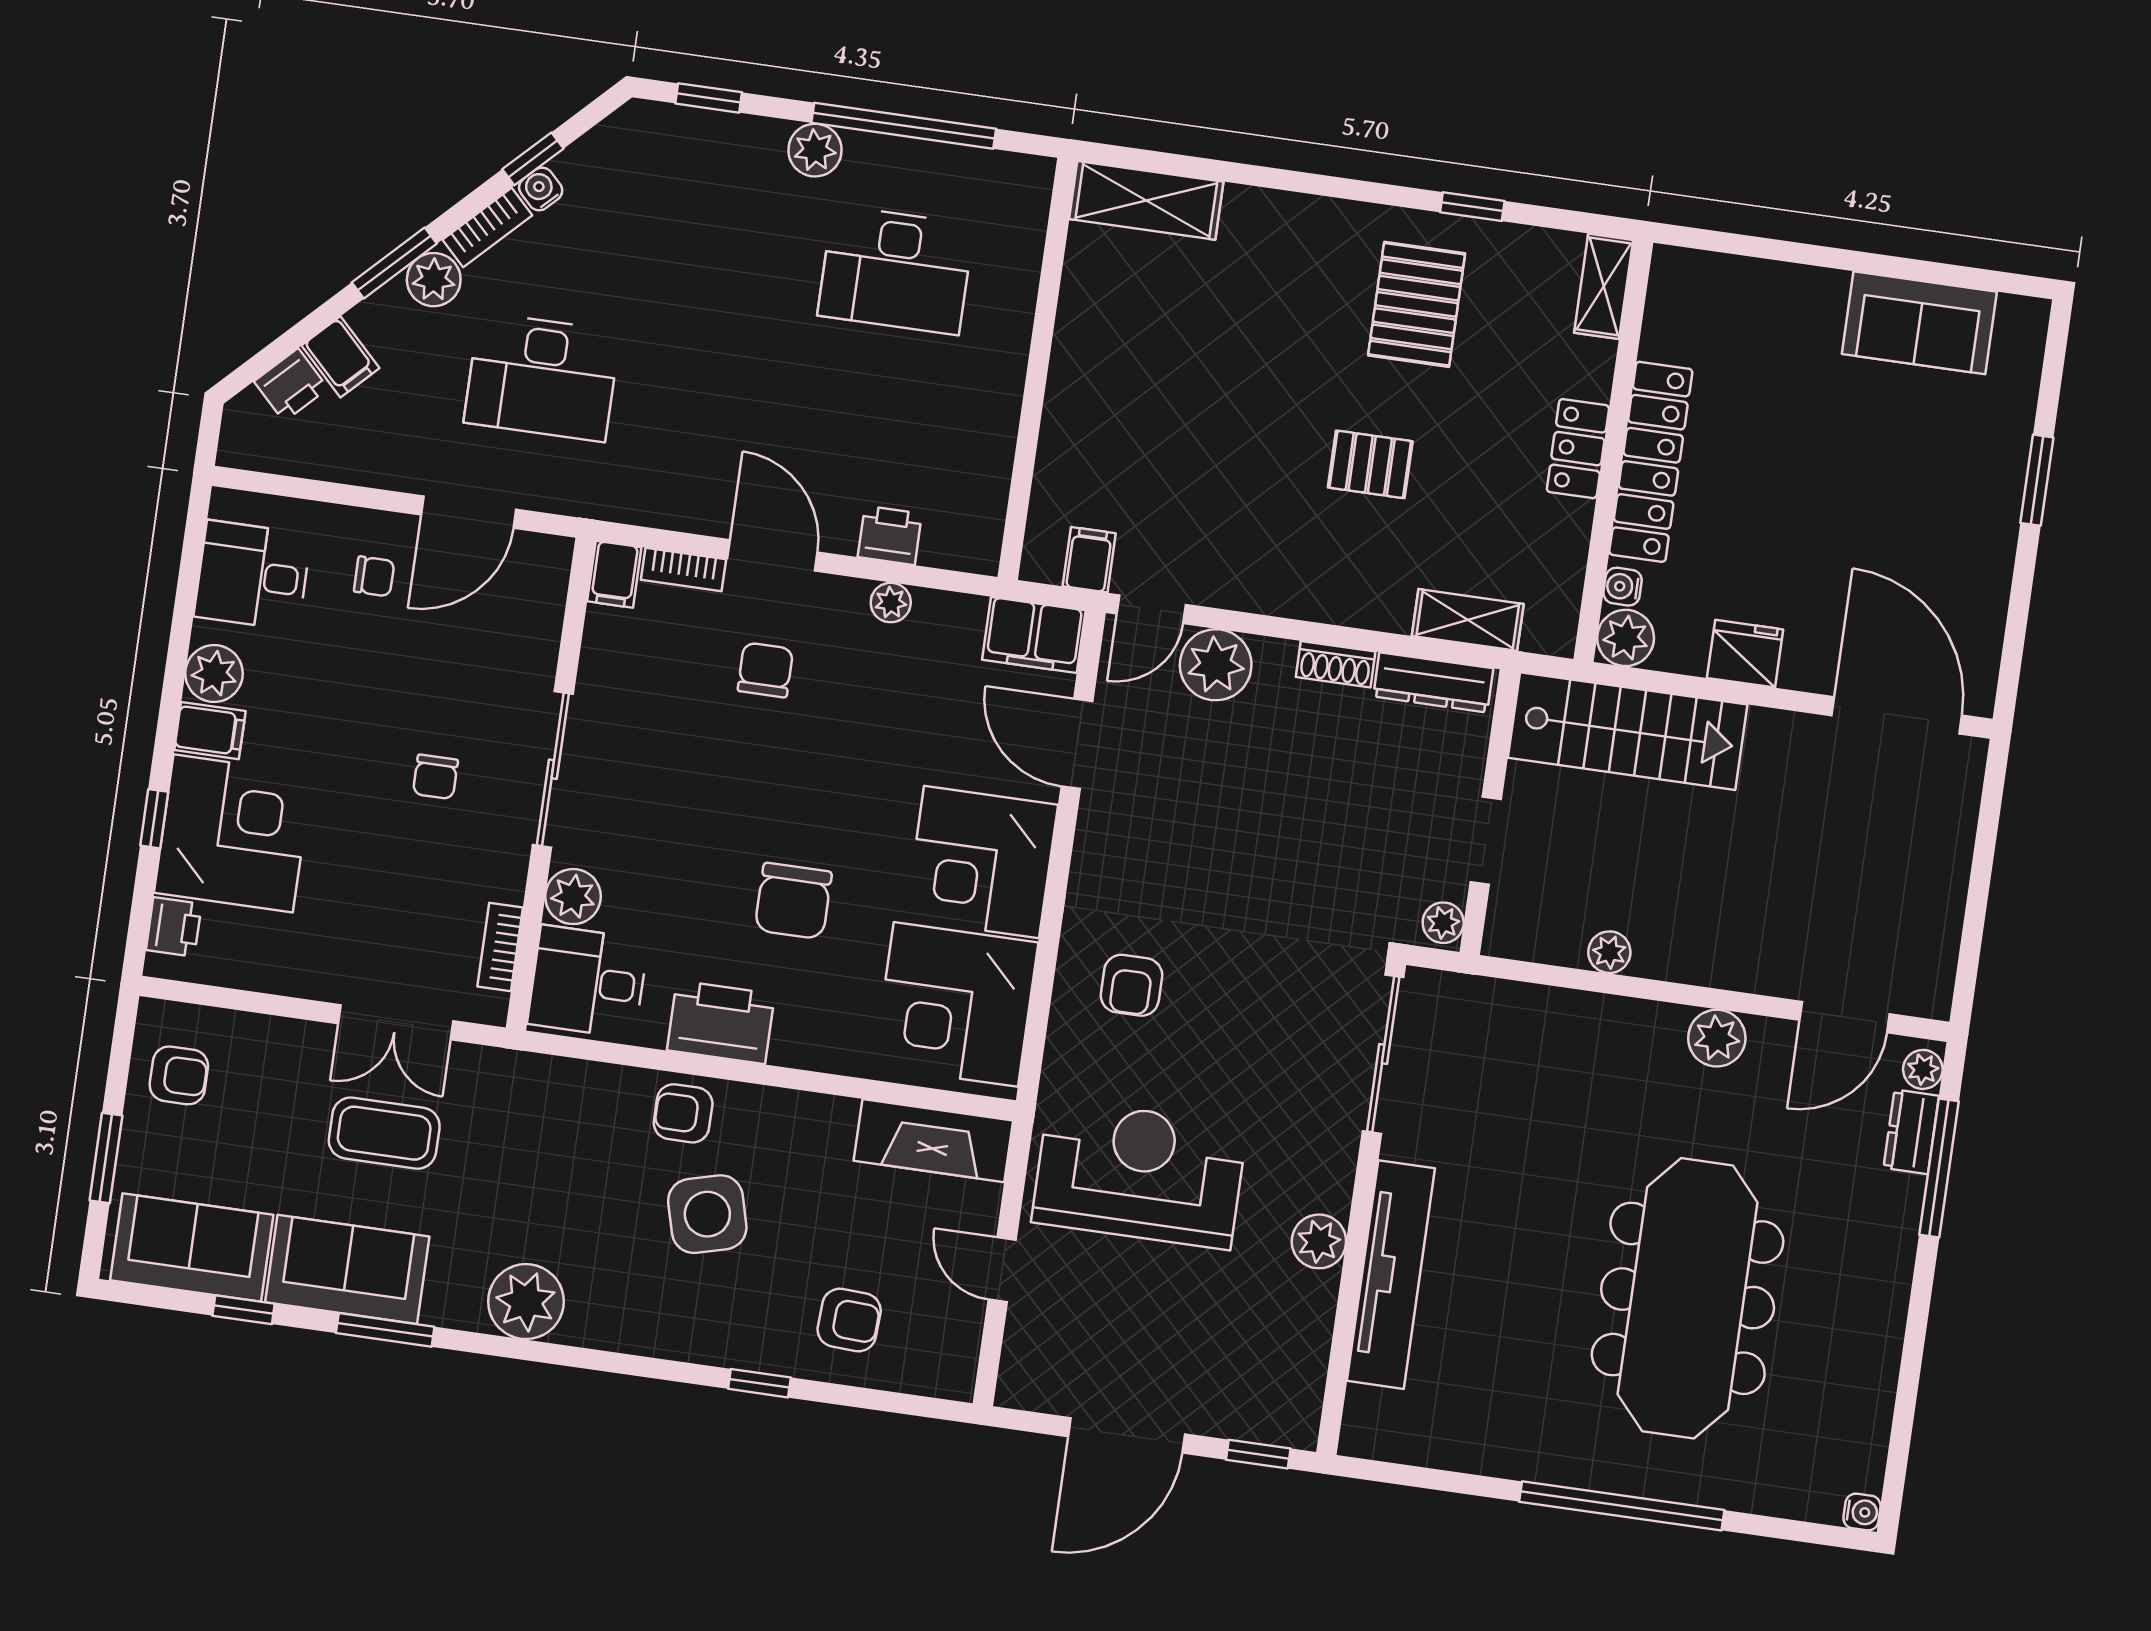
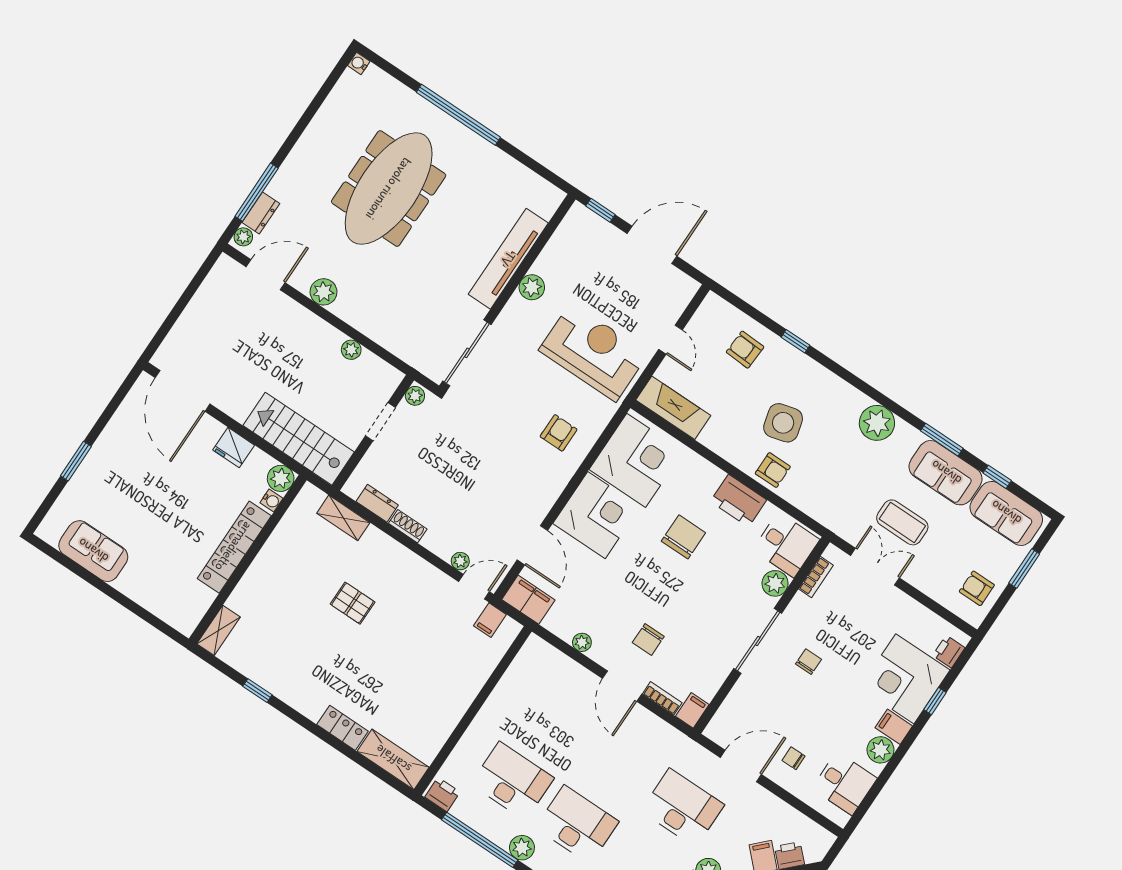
desk: (730, 246) -> (577, 824), added
pallet: (1417, 304) -> (301, 661), removed
locker: (1578, 449) -> (343, 728), moved, turned -90
printer: (890, 535) -> (443, 795), moved, turned 180
plant: (1216, 665) -> (460, 561), width x0.53, depth x0.53
dresser: (1433, 682) -> (377, 503), width x0.70
reception desk: (1139, 1174) -> (593, 352), turned 180

